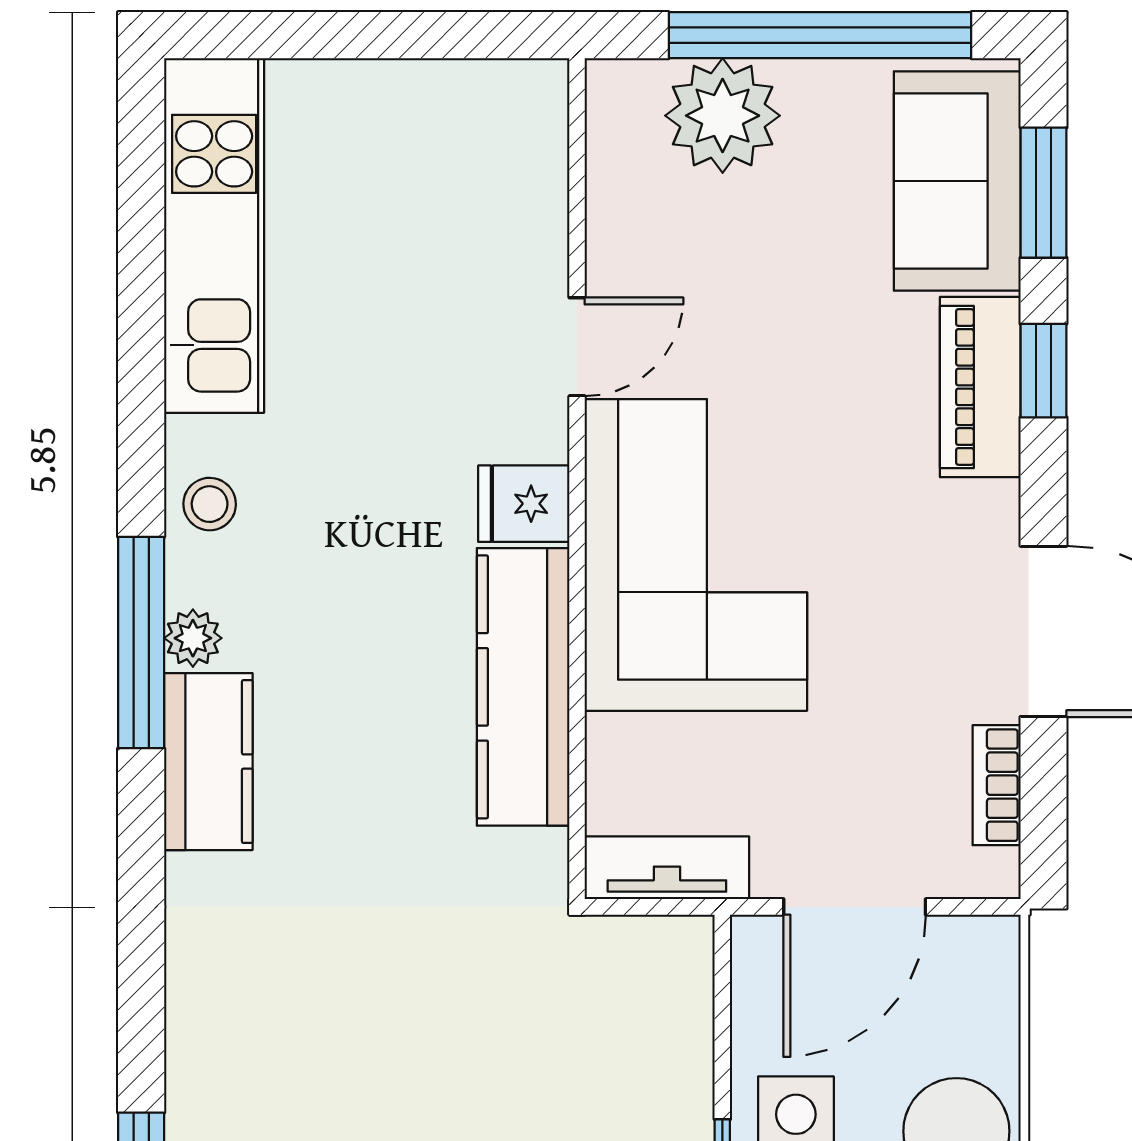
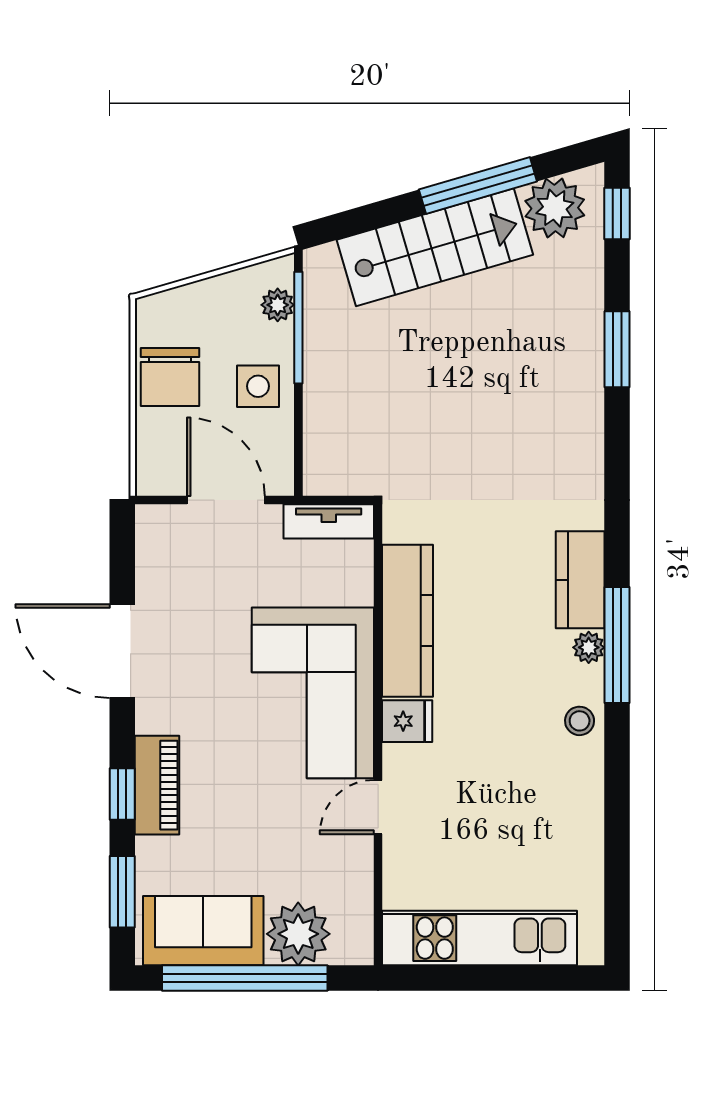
sofa: (957, 181) -> (203, 931), moved, turned -90
kitchen unit: (214, 235) -> (480, 938), moved, turned 90
bookcase: (997, 785) -> (148, 567), removed
door: (855, 907) -> (226, 500), hinge flipped

